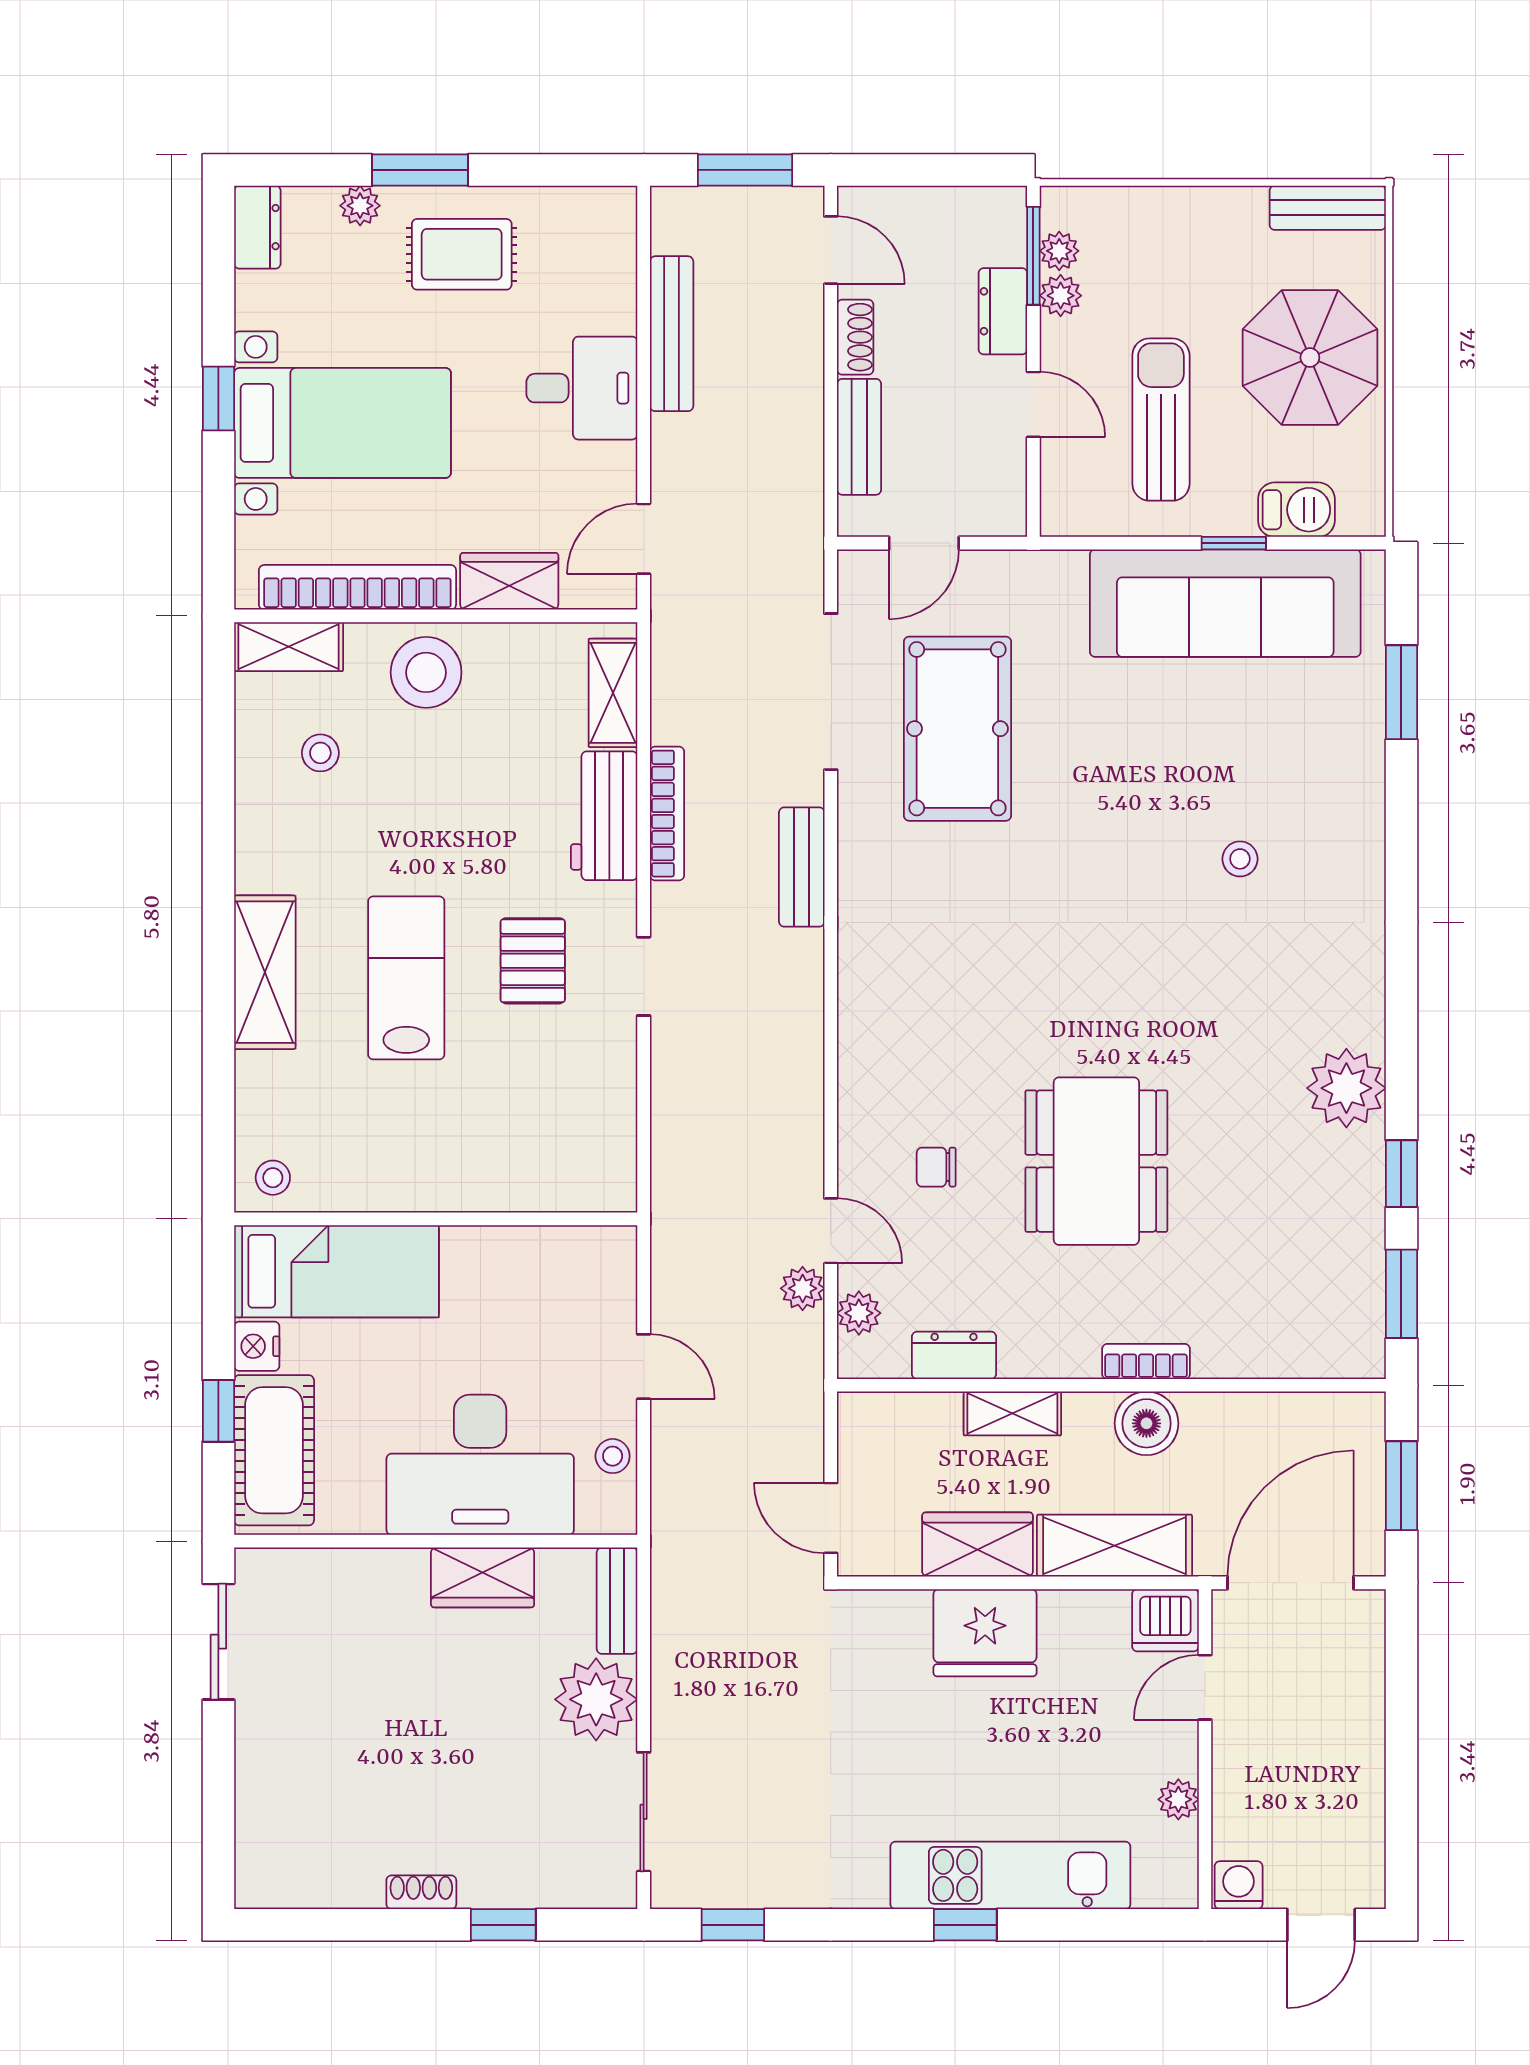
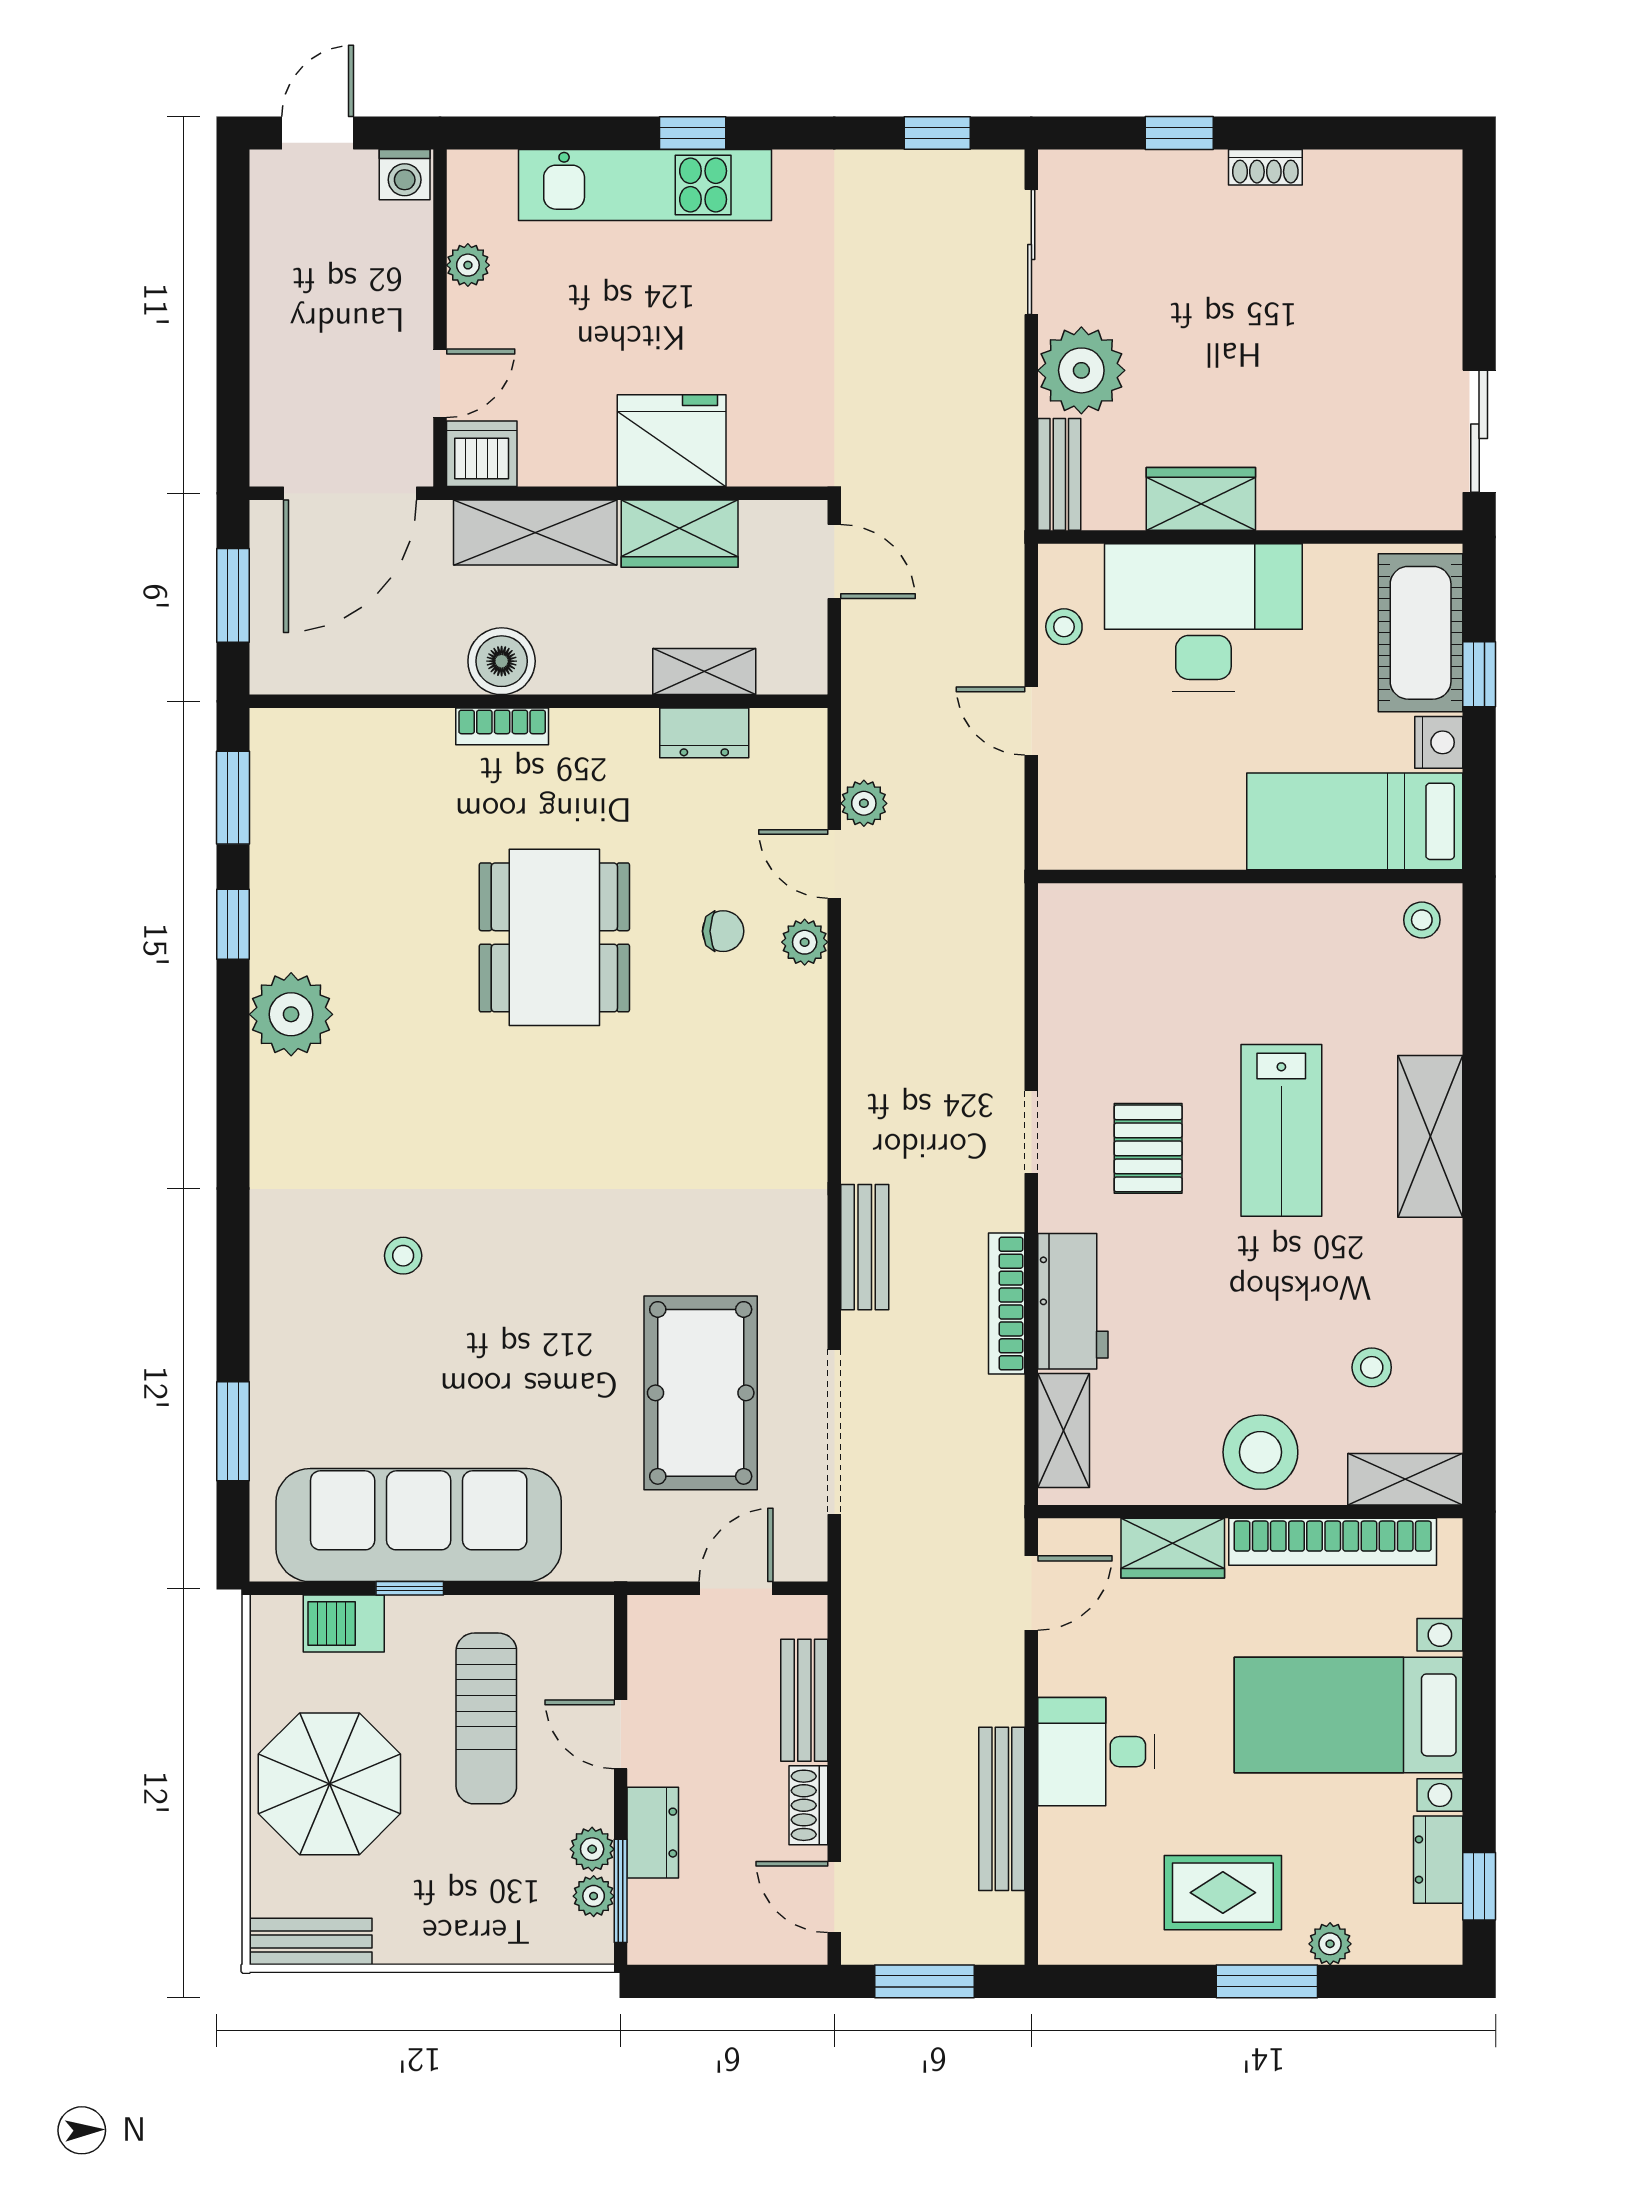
dresser: (257, 227) -> (1438, 1860), moved
window: (218, 398) -> (1479, 1886), moved
plant: (859, 1313) -> (805, 942), moved
shelving: (1012, 1413) -> (704, 672), moved

